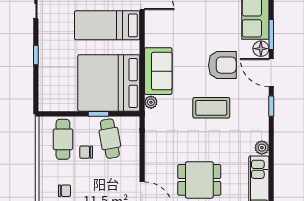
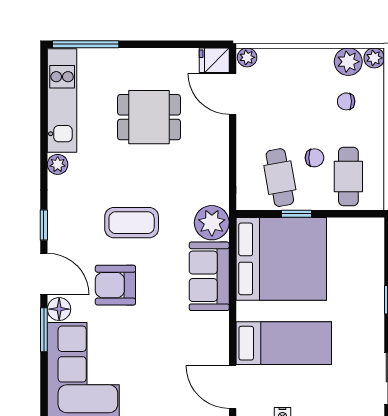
plant: (151, 102) -> (212, 223), width x1.87, depth x1.87

